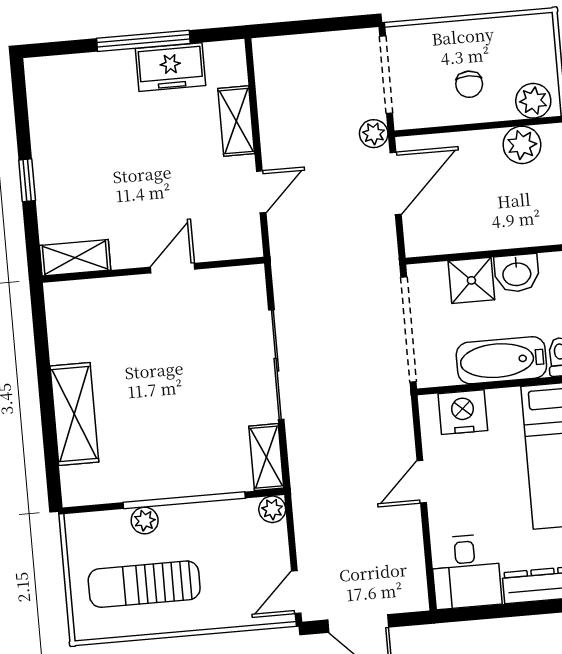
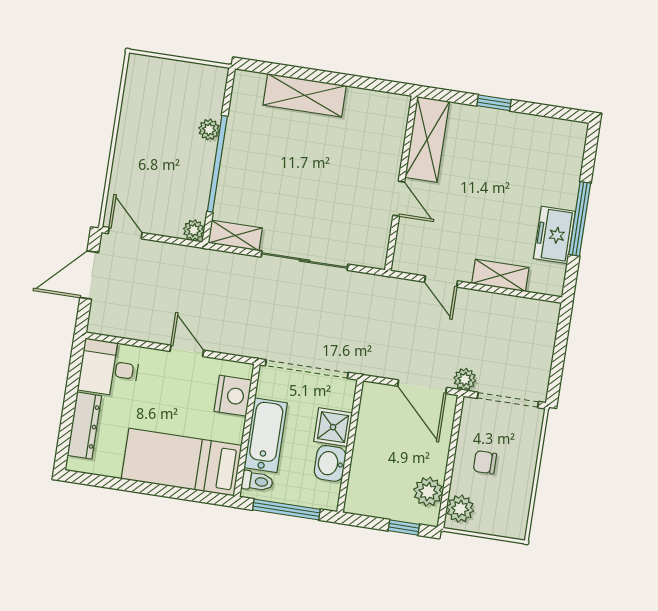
shelving: (75, 258) -> (427, 139), width x1.50, depth x1.33
sun lounger: (144, 584) -> (160, 117), removed

